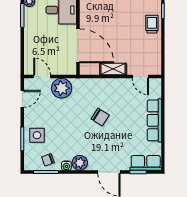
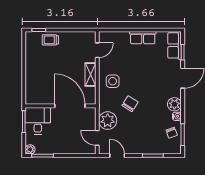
door: (78, 46) -> (70, 106), hinge flipped
door: (42, 77) -> (97, 138), hinge flipped
chair: (100, 117) -> (130, 104), moved
row of seats: (154, 120) -> (143, 38), width x0.68
side table: (37, 135) -> (113, 81), moved

